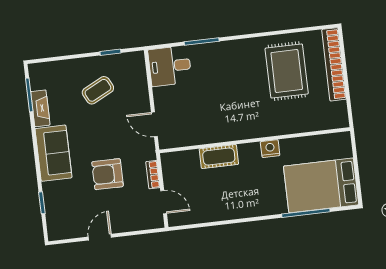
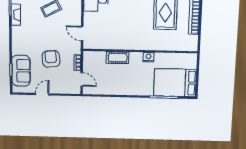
sofa: (53, 153) -> (21, 71), moved
armchair: (108, 174) -> (51, 59), turned 84

